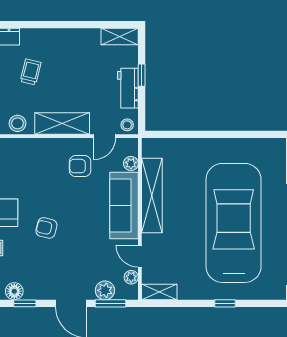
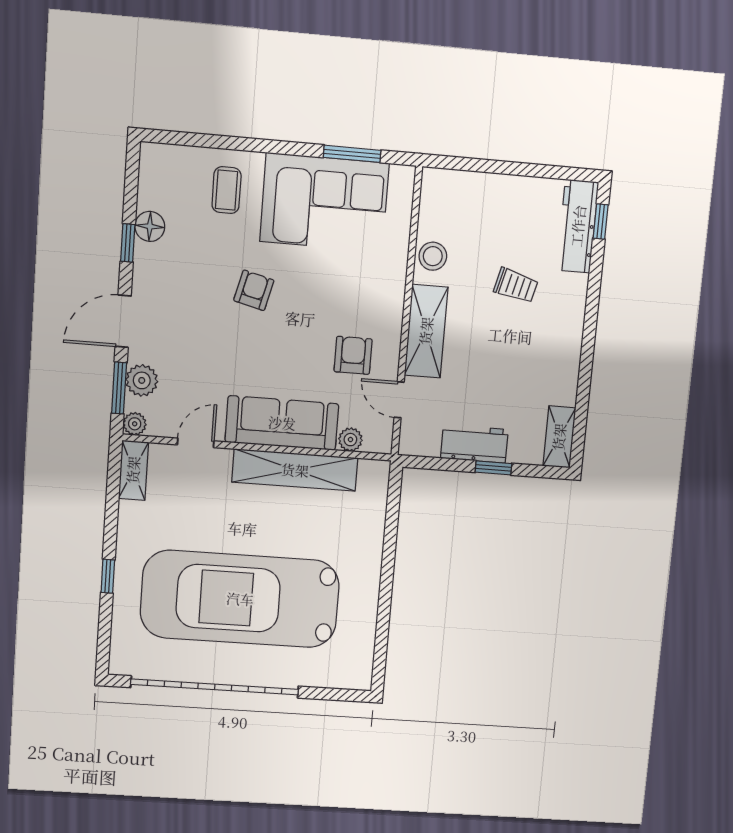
stool: (127, 125) -> (414, 438), removed
car: (234, 223) -> (240, 599), turned 180
plant: (131, 277) -> (135, 424), moved

